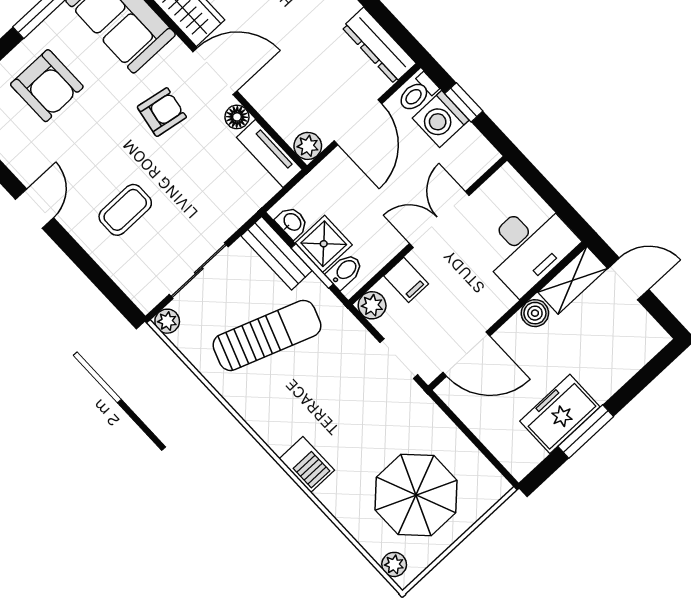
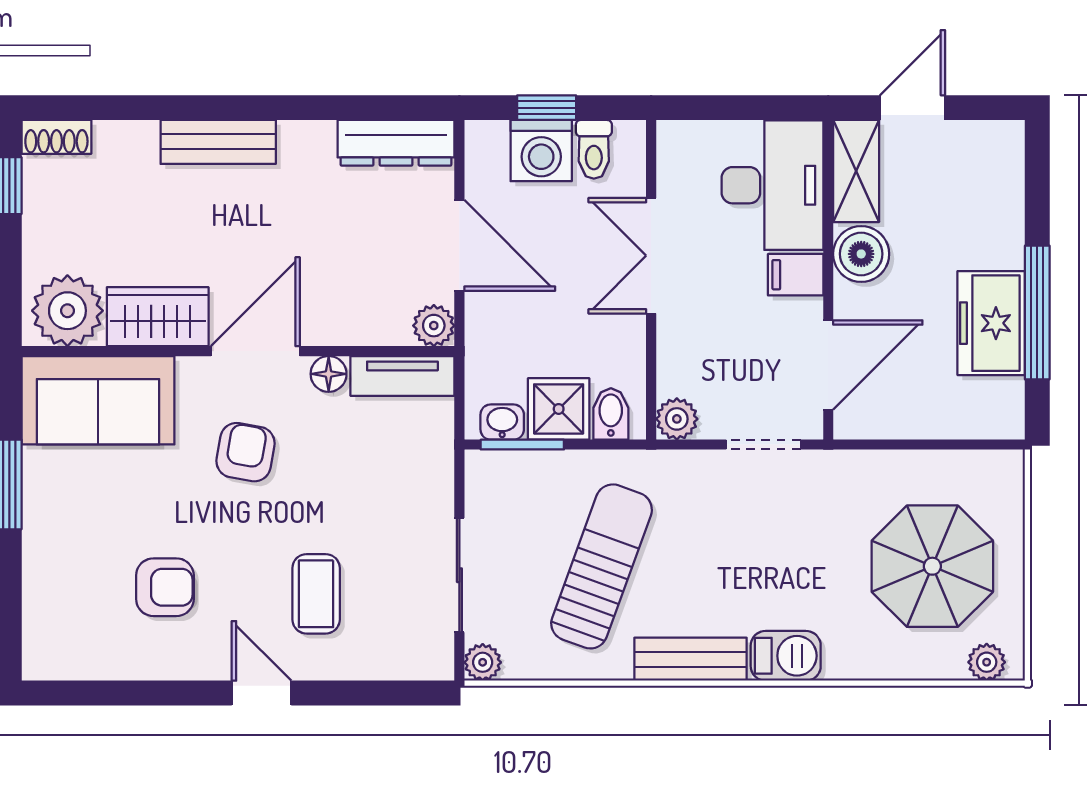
armchair: (47, 86) -> (165, 587), moved, width x0.72, depth x0.72
toilet: (418, 93) -> (594, 149), moved
door: (35, 209) -> (262, 693), moved
bench: (277, 253) -> (690, 659), moved
window: (312, 266) -> (522, 445), moved
filing cabinet: (406, 280) -> (796, 275), moved, turned 180
boiler: (535, 313) -> (861, 254), width x1.36, depth x1.36
window: (586, 431) -> (1037, 313), width x1.44

